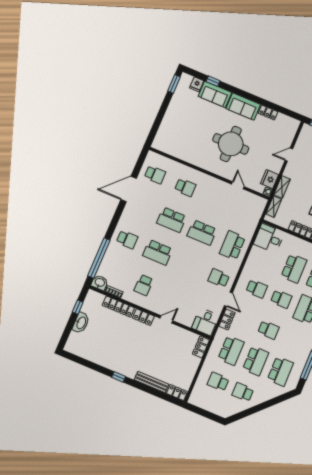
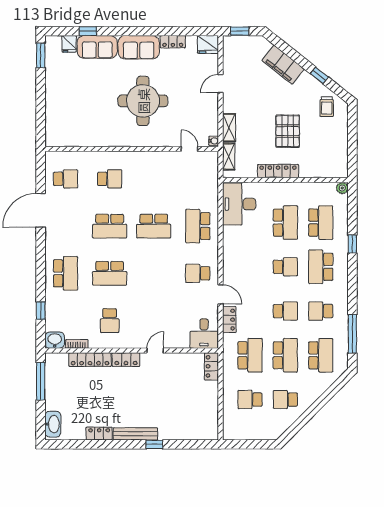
fridge: (270, 179) -> (208, 44), moved, turned -90
door: (238, 185) -> (189, 149), moved
desk: (269, 238) -> (239, 204), width x1.37
school desk: (127, 239) -> (66, 273), width x1.85
window: (99, 258) -> (41, 311), width x0.32
school desk: (257, 289) -> (321, 311), moved, turned 180
window: (78, 307) -> (41, 381), width x2.17
washbasin: (81, 323) -> (53, 424), moved
window: (119, 377) -> (154, 444), moved
bench: (151, 382) -> (135, 434), moved
locker: (177, 393) -> (99, 434), moved

